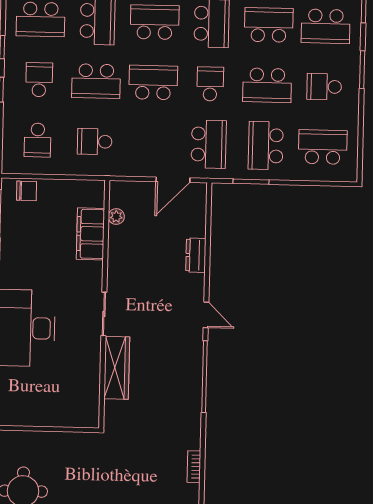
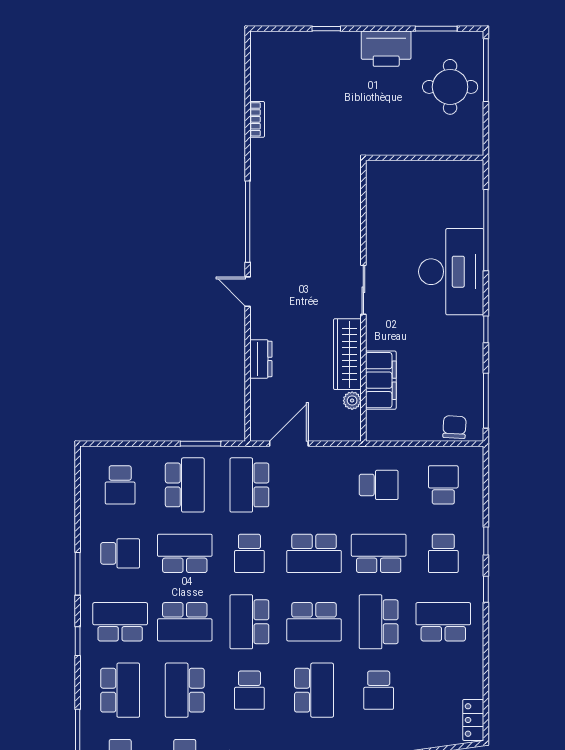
school desk: (323, 147) -> (120, 485), width x0.54
chair: (27, 191) -> (454, 427), turned 93
wardrobe: (117, 368) -> (347, 354), moved

